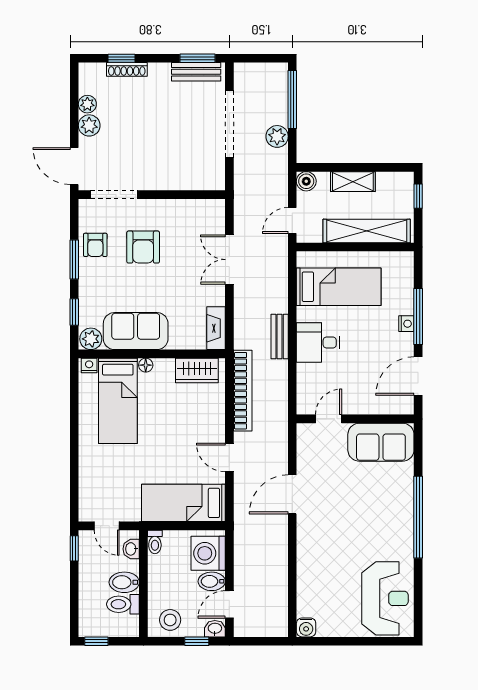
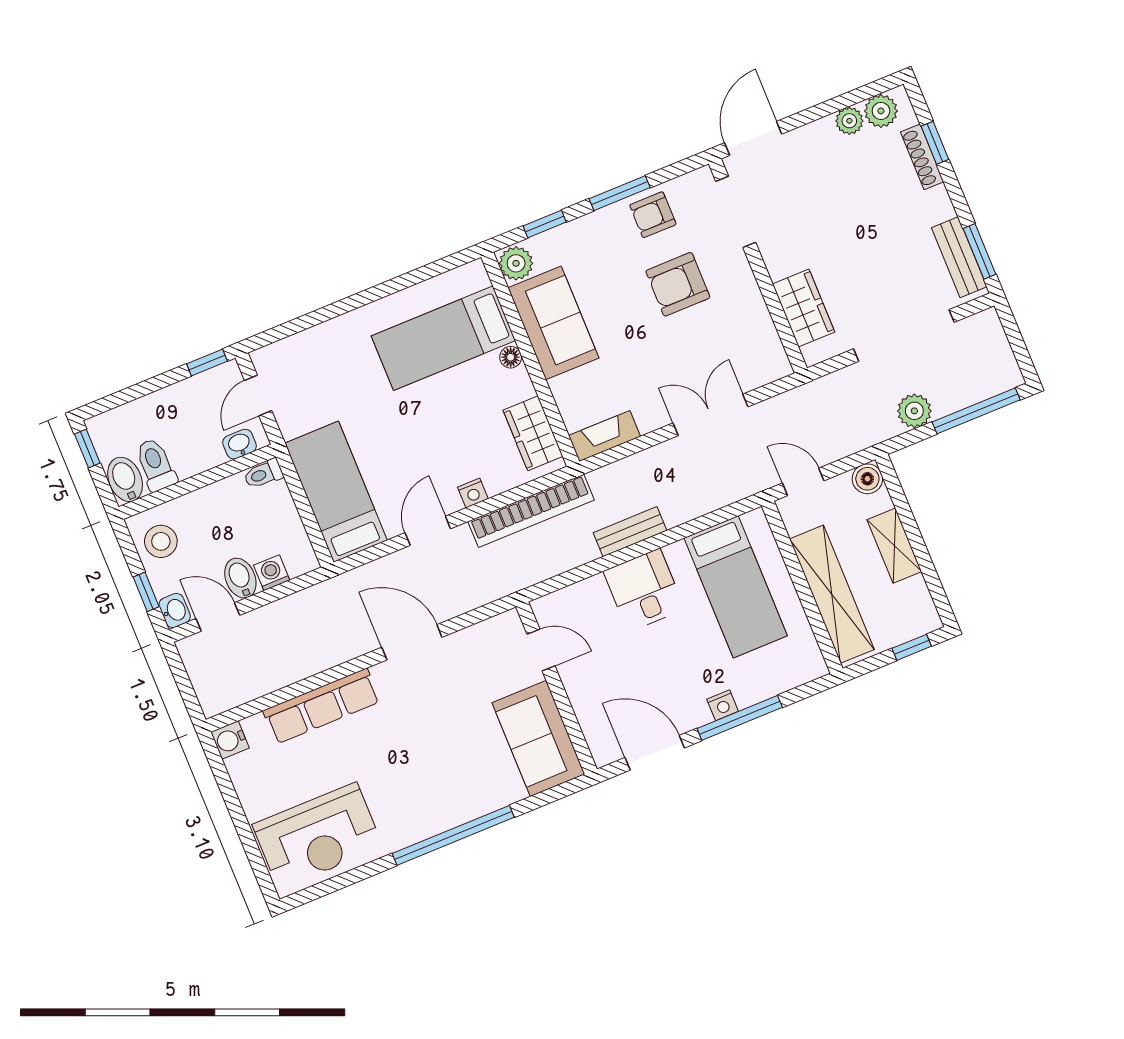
plant: (89, 125) -> (881, 111), moved
wardrobe: (188, 178) -> (804, 308), added
nightstand: (89, 365) -> (473, 493), moved, turned 90
washing machine: (208, 553) -> (272, 573), width x0.53, depth x0.53
row of seats: (308, 564) -> (322, 706), added
bidet: (124, 582) -> (125, 479), moved

